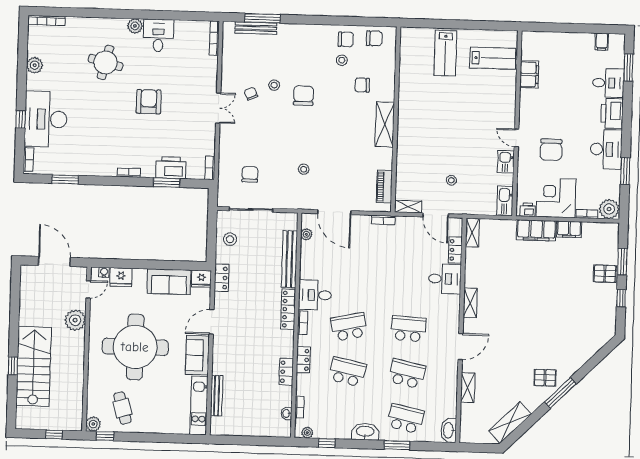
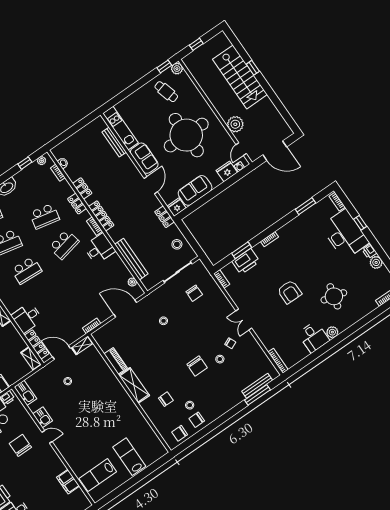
printer: (33, 82) -> (369, 251), added
piano: (385, 187) -> (116, 361), moved
locker: (455, 250) -> (37, 344), width x1.53
locker: (288, 309) -> (101, 216), moved

